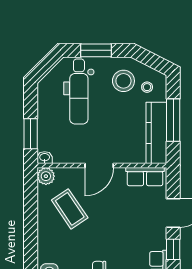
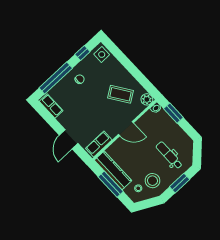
dental chair: (79, 92) -> (169, 155), width x0.73, depth x0.72
door: (99, 166) -> (126, 129), swing flipped
window: (173, 249) -> (52, 122), removed

